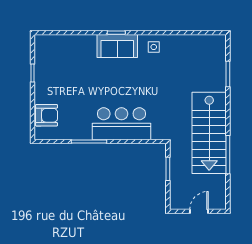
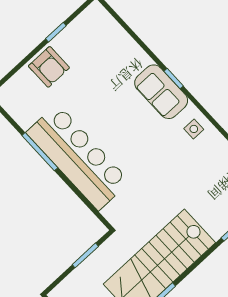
armchair: (47, 115) -> (49, 67), moved
bar counter: (122, 124) -> (78, 157), width x1.36

